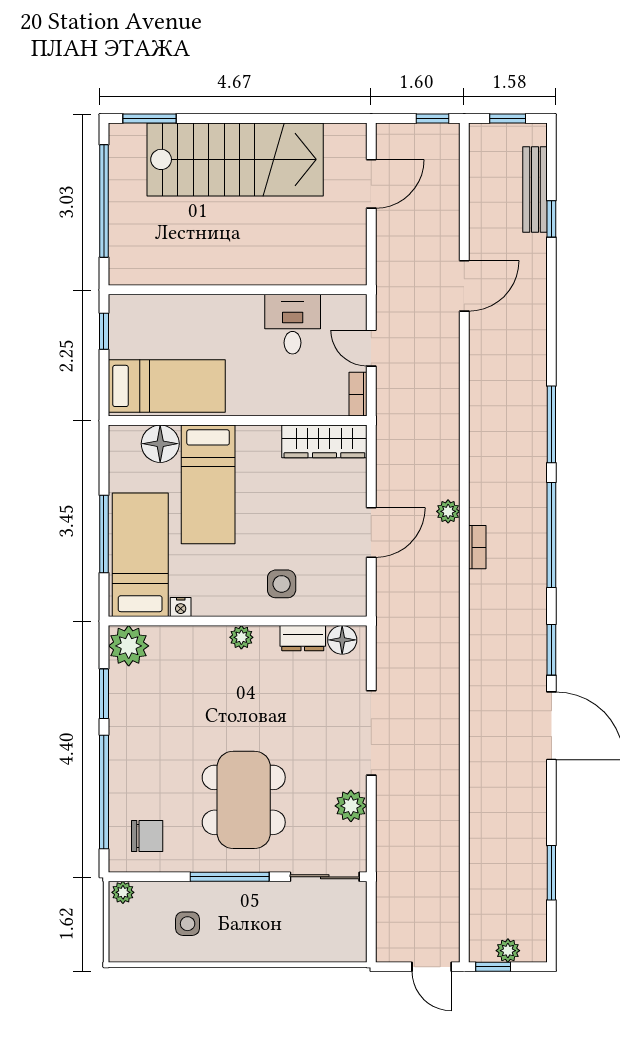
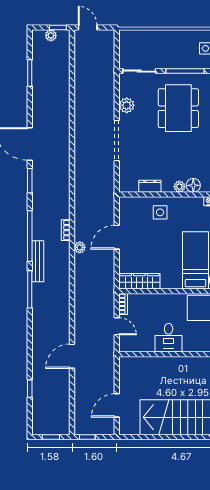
bench: (535, 190) -> (38, 261), moved
desk: (293, 324) -> (169, 338), moved
floor lamp: (342, 640) -> (193, 185), moved

